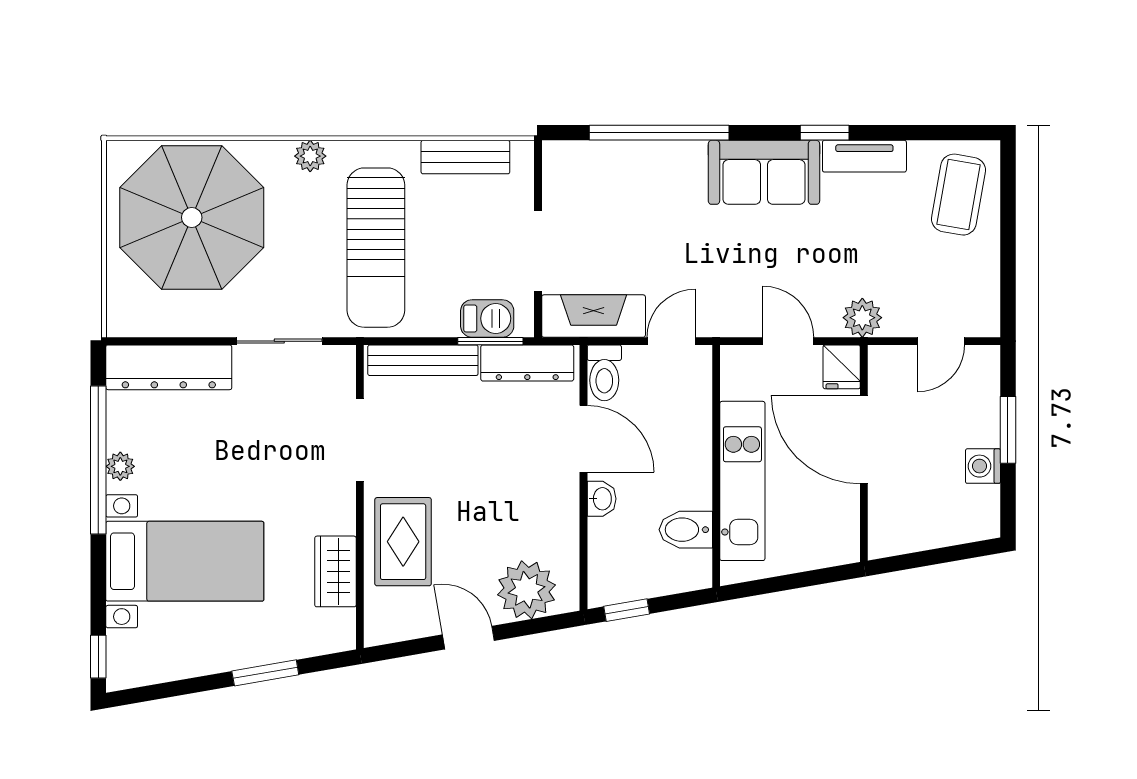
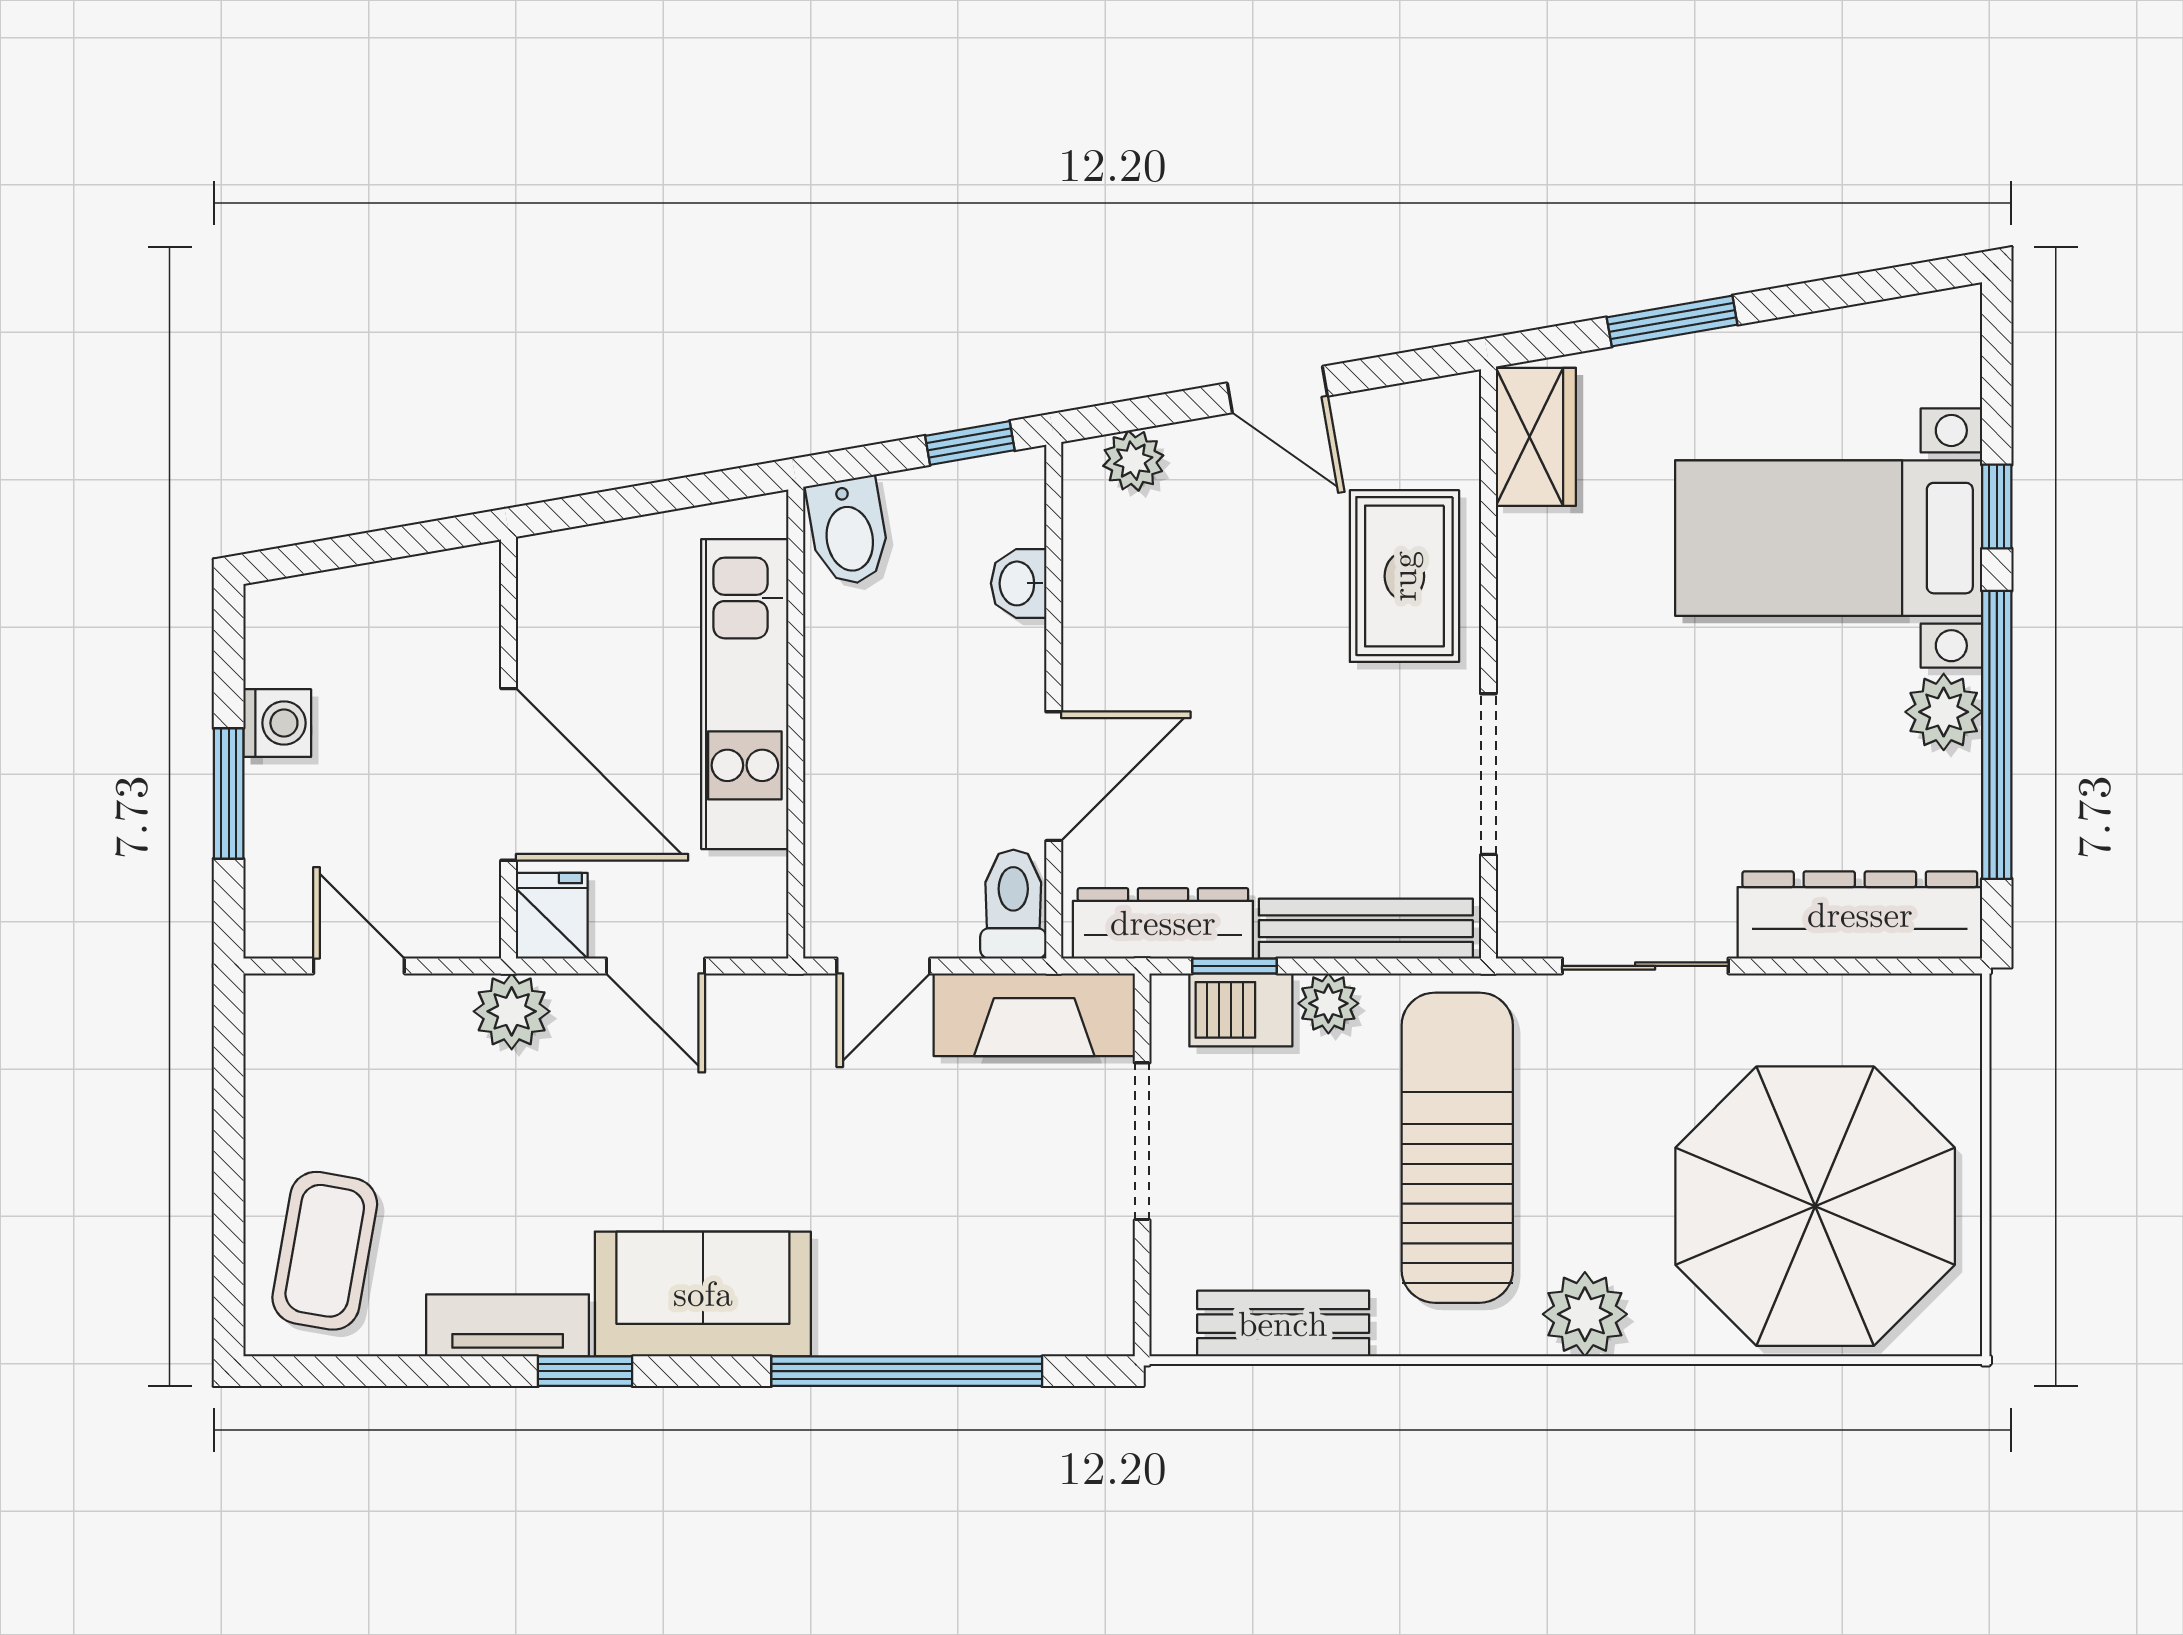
plant: (310, 156) -> (1585, 1314), width x1.38, depth x1.38
plant: (442, 322) -> (1328, 1003), added
window: (490, 341) -> (1235, 966), width x0.67
door: (941, 341) -> (359, 966), hinge flipped
door: (583, 439) -> (1054, 776), swing flipped
plant: (120, 466) -> (1944, 712), width x1.38, depth x1.38
washbasin: (602, 499) -> (1019, 583), moved
bidet: (686, 530) -> (849, 532), moved, turned 80
wardrobe: (335, 571) -> (1536, 437), moved
plant: (527, 590) -> (1133, 461), width x0.53, depth x0.53
window: (98, 657) -> (1997, 507), moved

